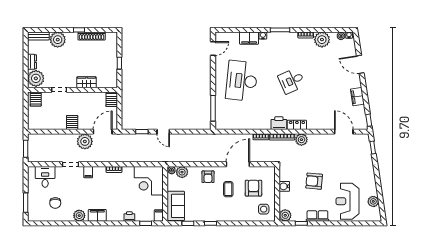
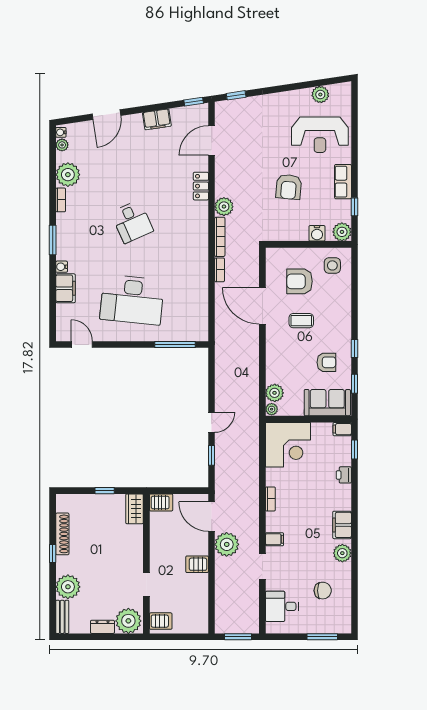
wardrobe: (87, 82) -> (134, 509), moved
printer: (279, 123) -> (198, 242), removed
locker: (297, 125) -> (201, 186), moved
armchair: (208, 177) -> (326, 362), moved
water cooler: (284, 186) -> (317, 233), moved

